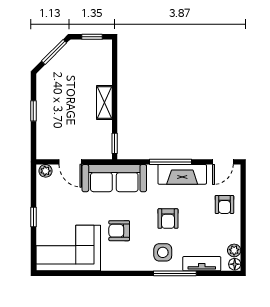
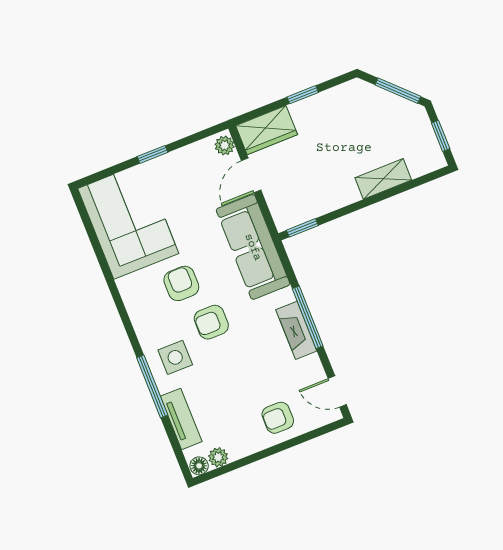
shelving: (104, 103) -> (383, 179), moved
wardrobe: (46, 142) -> (267, 130), added
fireplace: (182, 174) -> (296, 330), width x0.73, depth x0.76
armchair: (168, 219) -> (211, 322), moved

